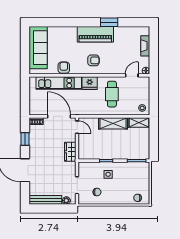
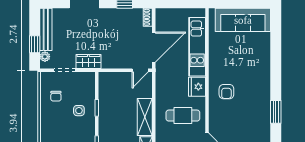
piano: (95, 34) -> (260, 94), removed
armchair: (64, 68) -> (217, 53), removed
wardrobe: (70, 152) -> (88, 62), moved
window: (57, 209) -> (35, 44), added

